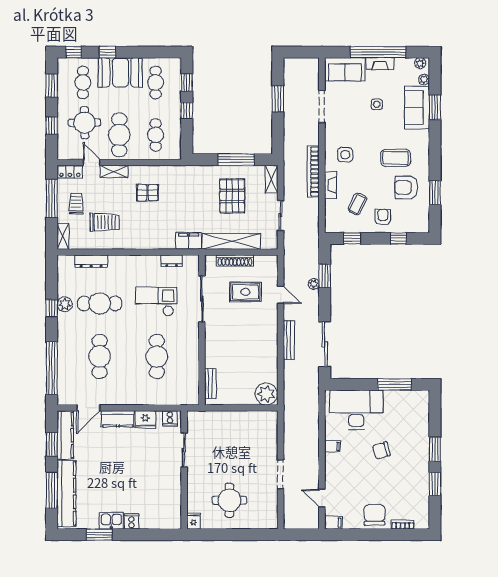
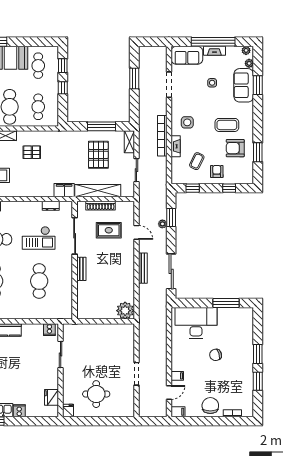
checkout: (156, 302) -> (39, 238), turned 180
bench: (210, 383) -> (81, 269), moved
fridge: (145, 419) -> (51, 397), moved, turned 90
filing cabinet: (332, 446) -> (177, 376), moved
door: (322, 498) -> (169, 392), swing flipped

